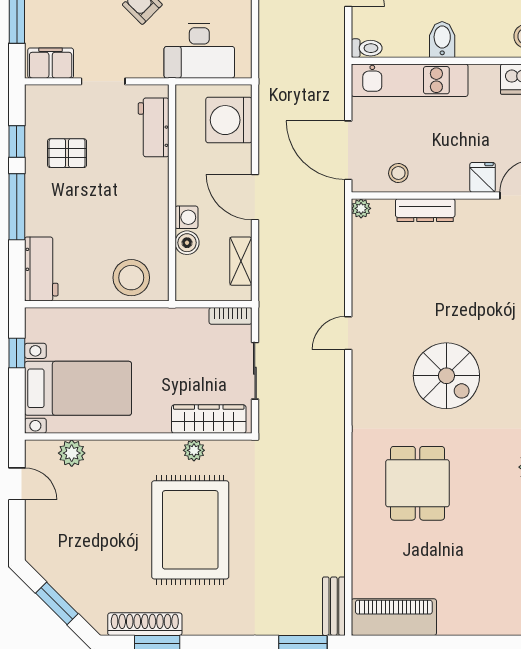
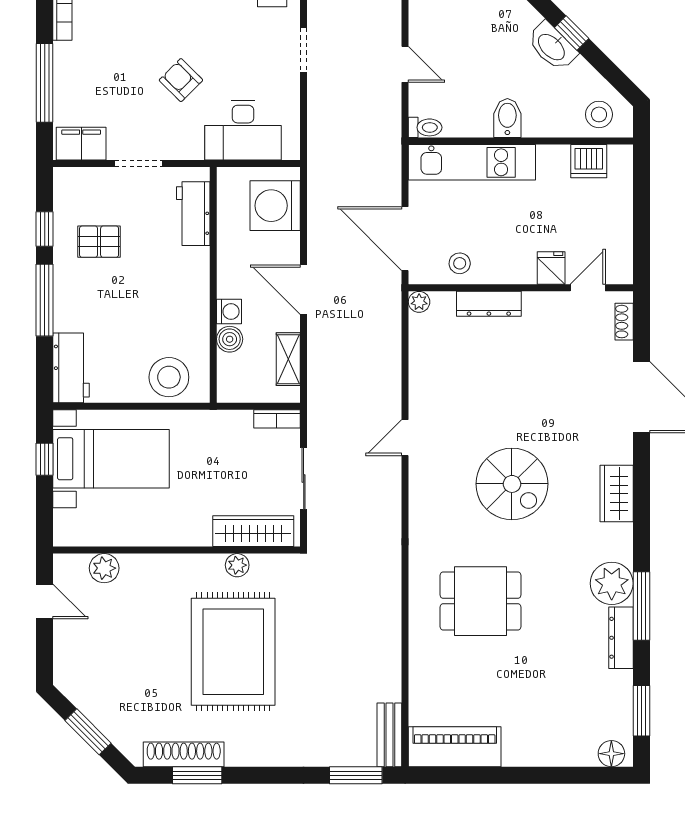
bed with nightstands: (78, 388) -> (111, 459), moved
dining table: (418, 483) -> (481, 601), turned 90

